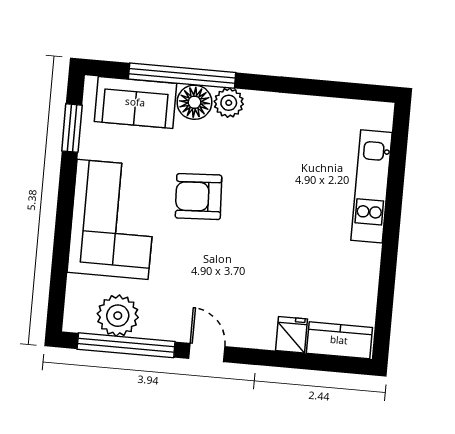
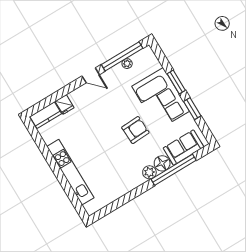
window: (72, 128) -> (192, 109), moved
kitchen unit: (372, 186) -> (70, 172), width x1.36
window: (63, 229) -> (176, 82), added
plant: (118, 316) -> (127, 64), width x0.53, depth x0.53

